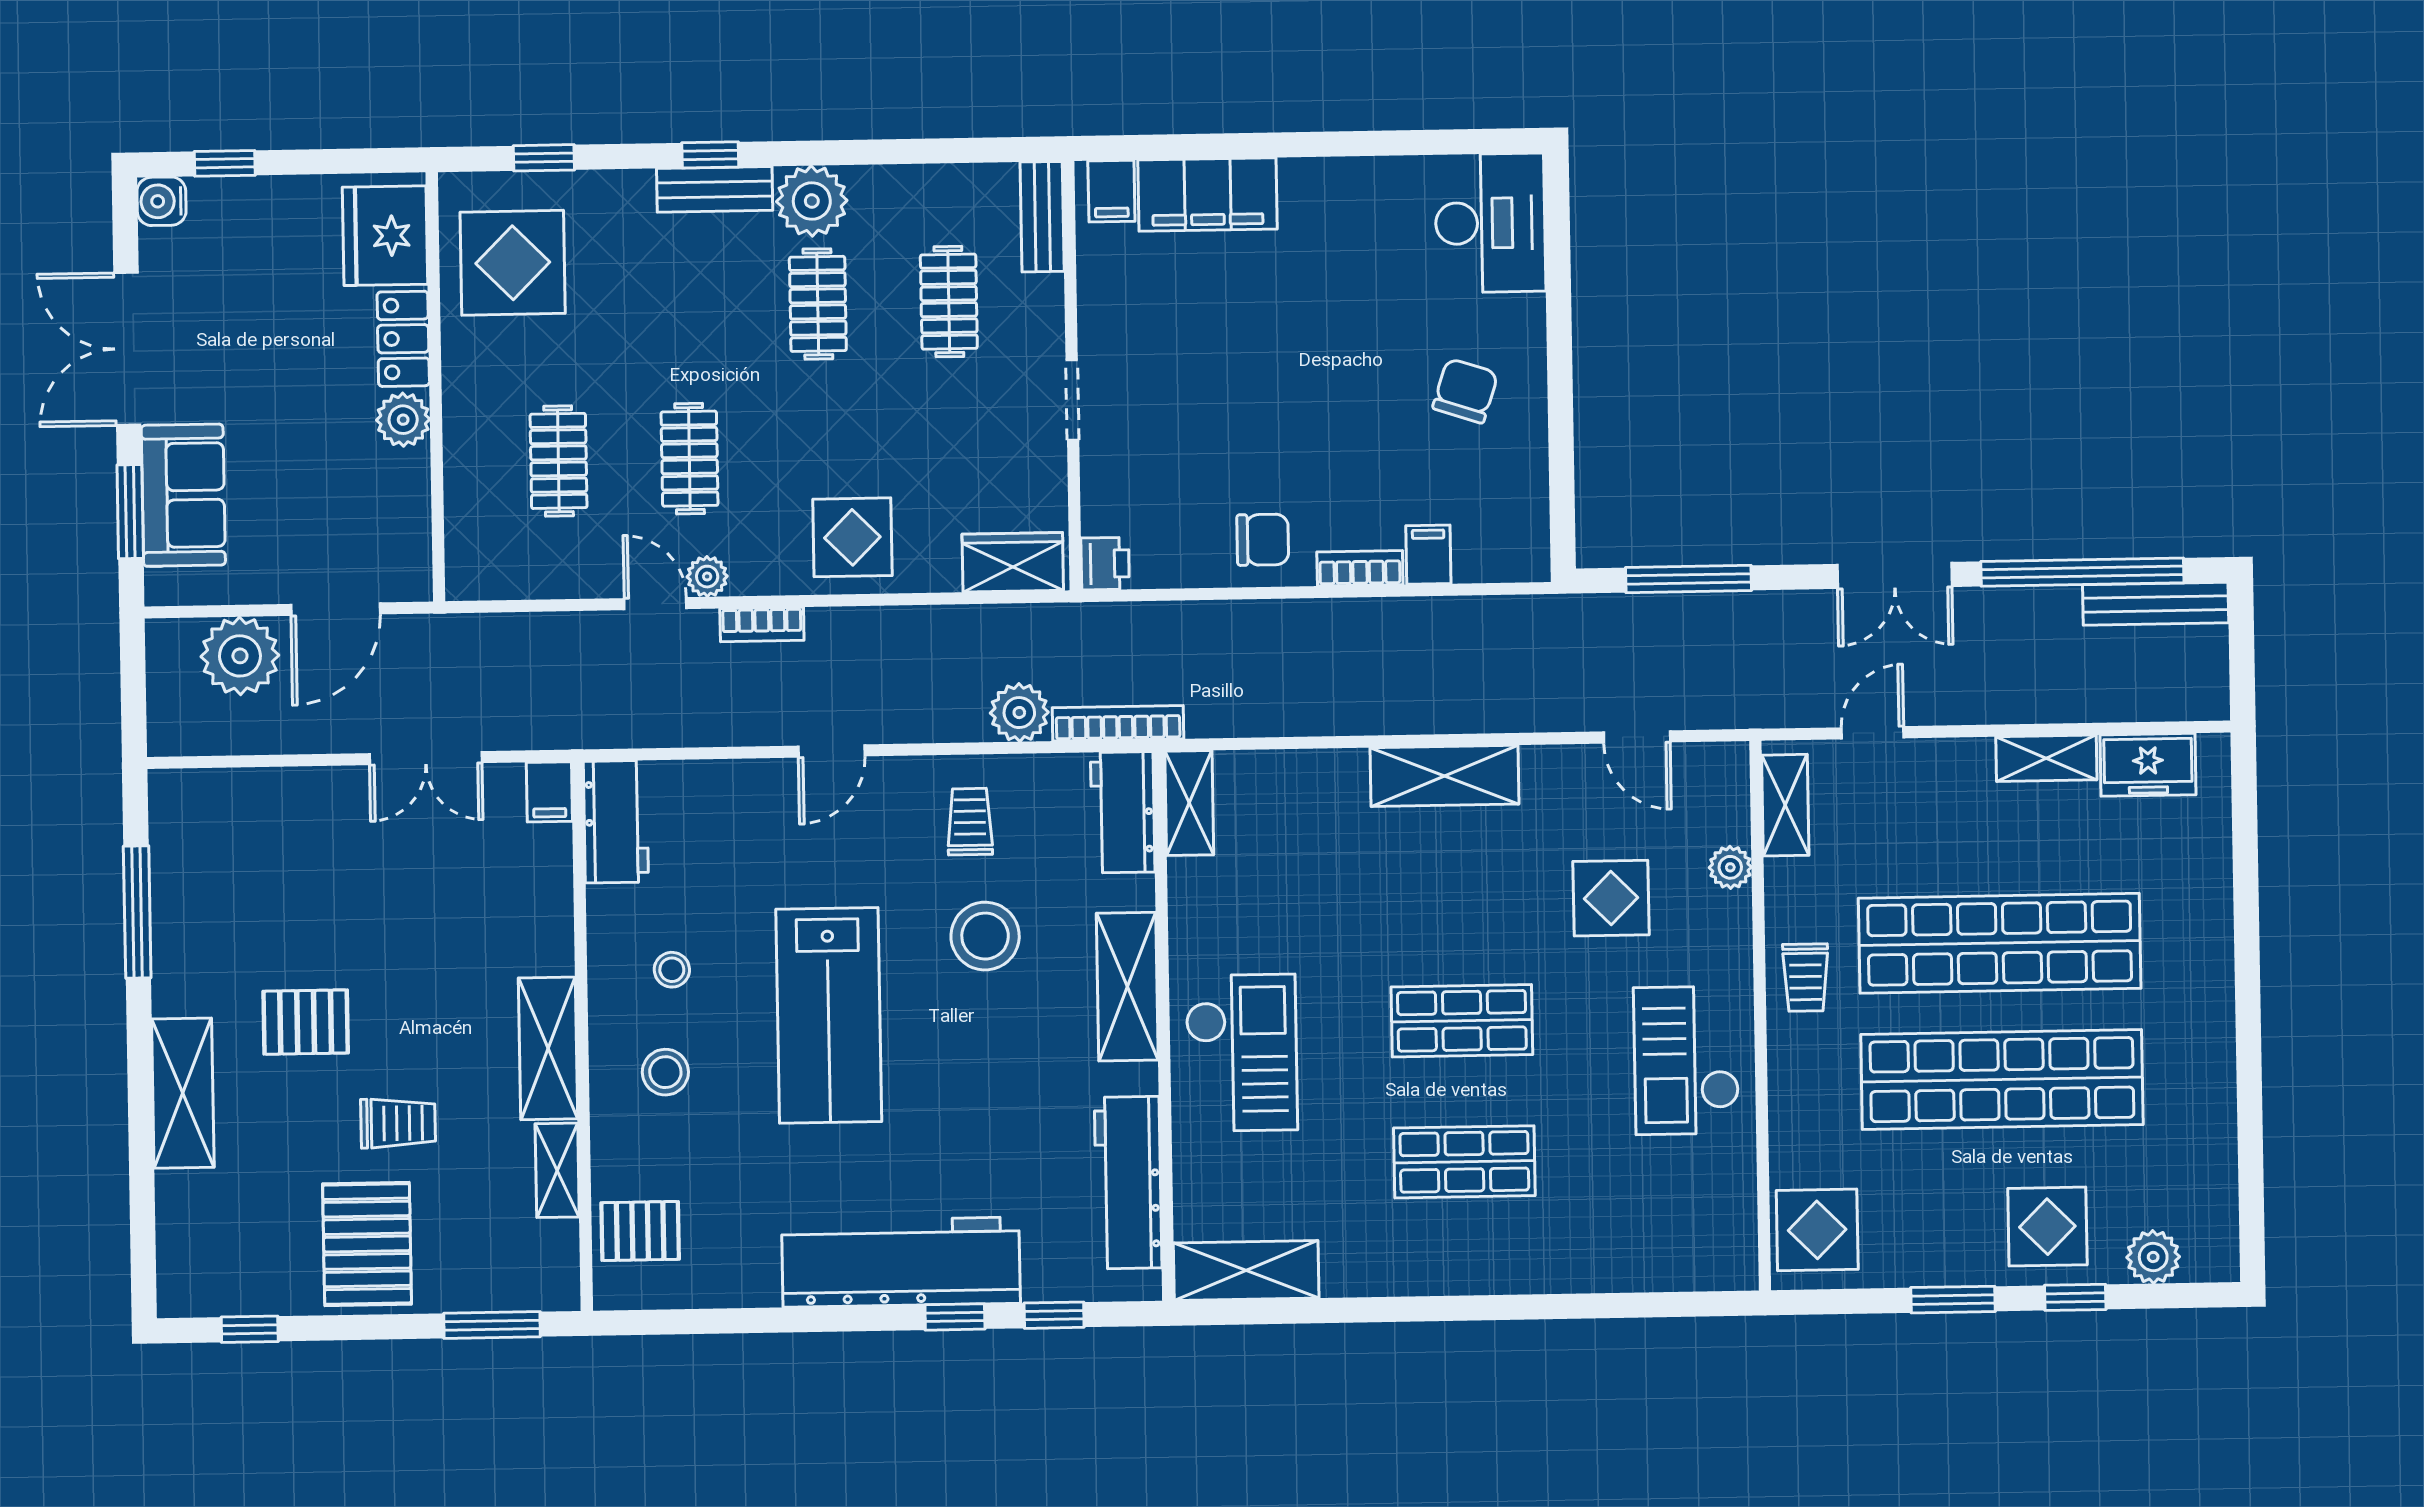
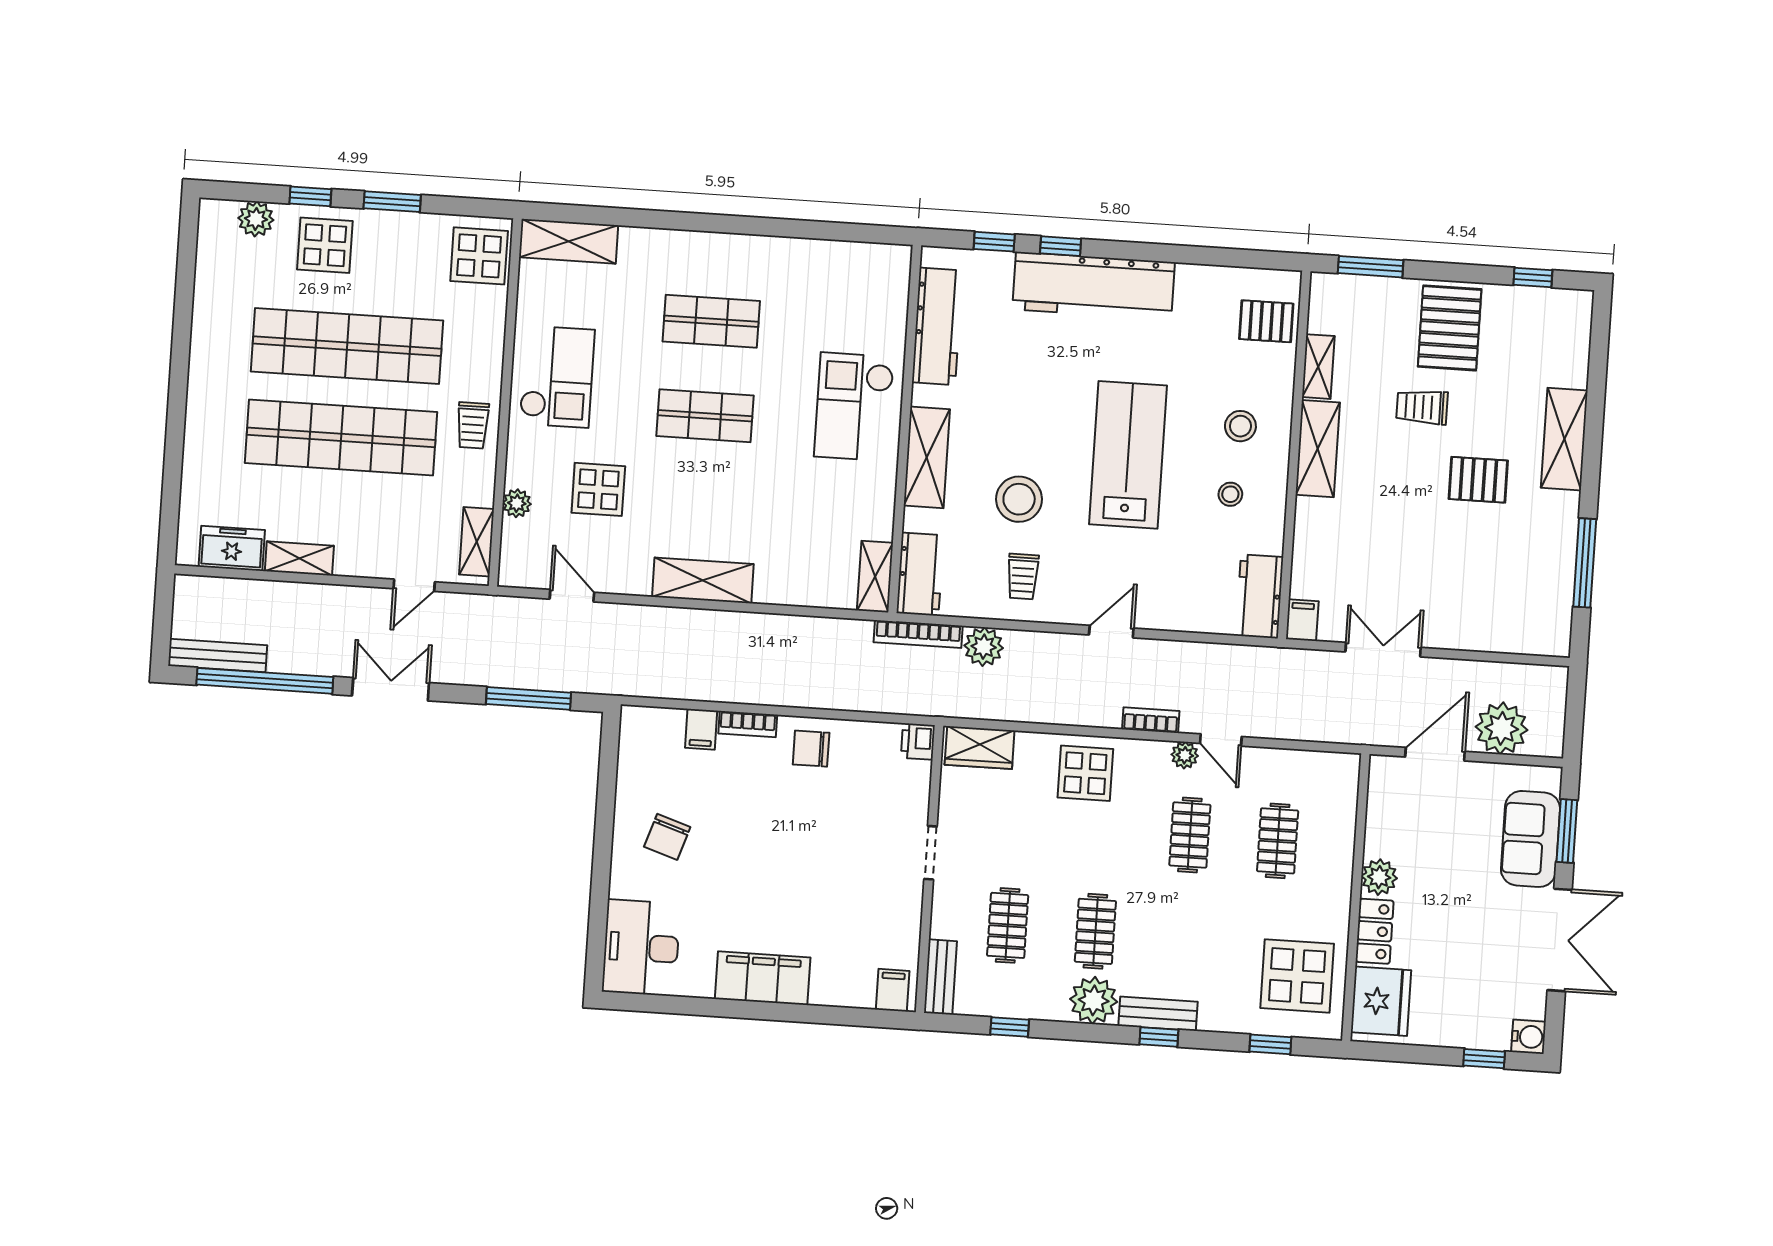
window: (933, 151) -> (1010, 1027), added
filing cabinet: (1207, 194) -> (763, 978), moved
trolley: (1806, 977) -> (473, 425), turned 180
shelving: (1246, 1270) -> (569, 241), moved

